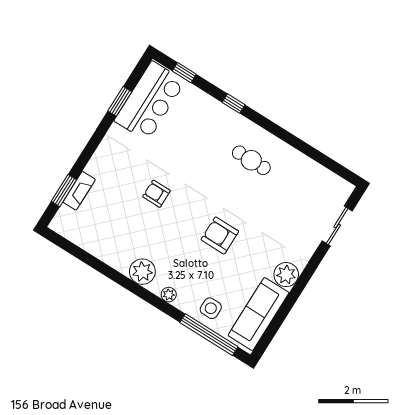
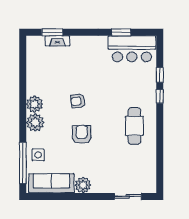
window: (184, 73) -> (160, 75), moved
cafe table: (251, 160) -> (134, 126), width x1.37, depth x1.35
armchair: (156, 194) -> (78, 101), moved, turned -97
plant: (169, 295) -> (35, 123), width x1.88, depth x1.88

